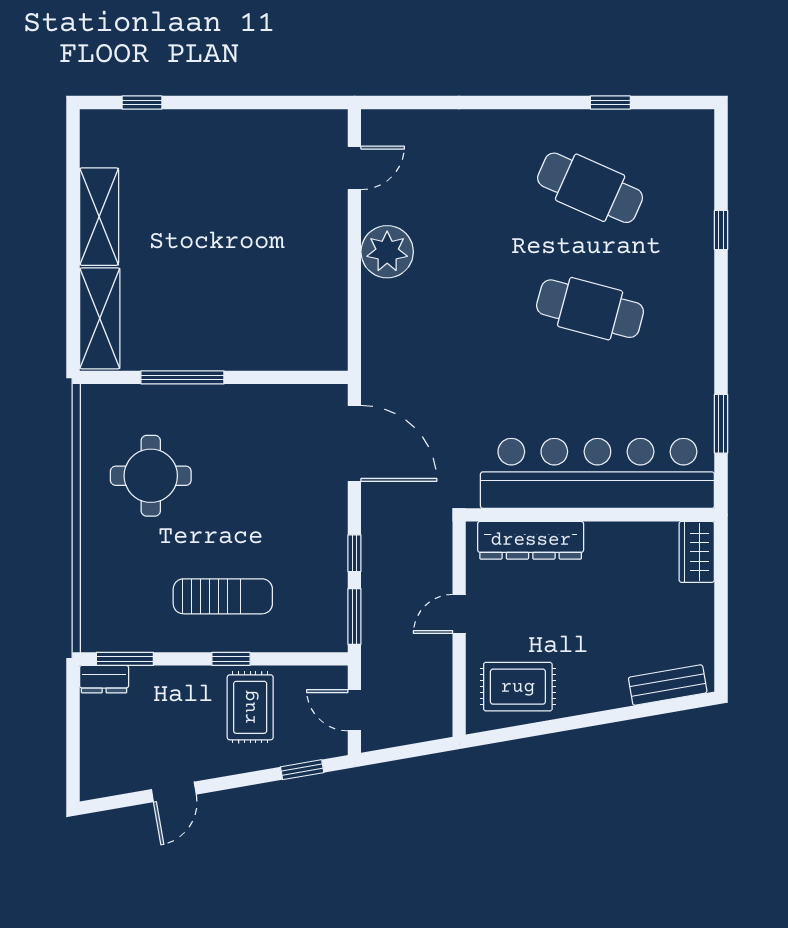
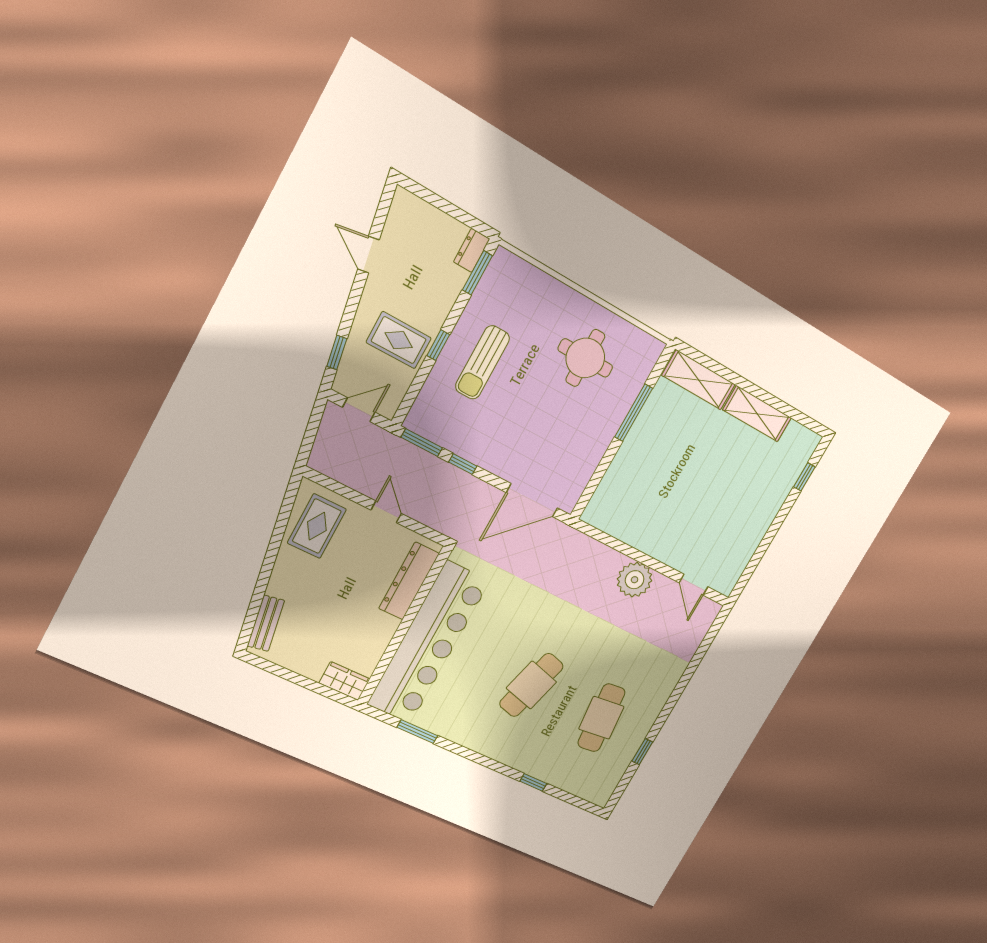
cafe table: (590, 188) -> (601, 718), turned -30

